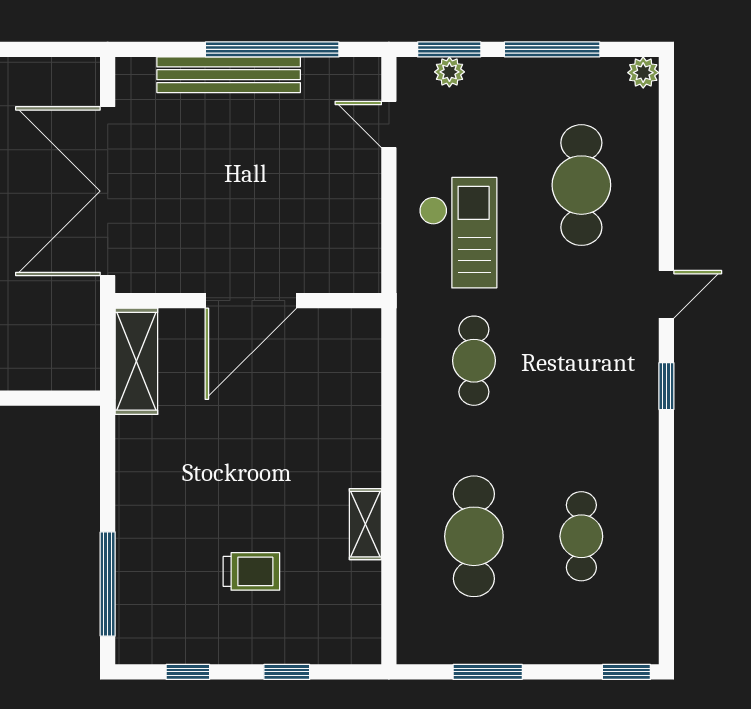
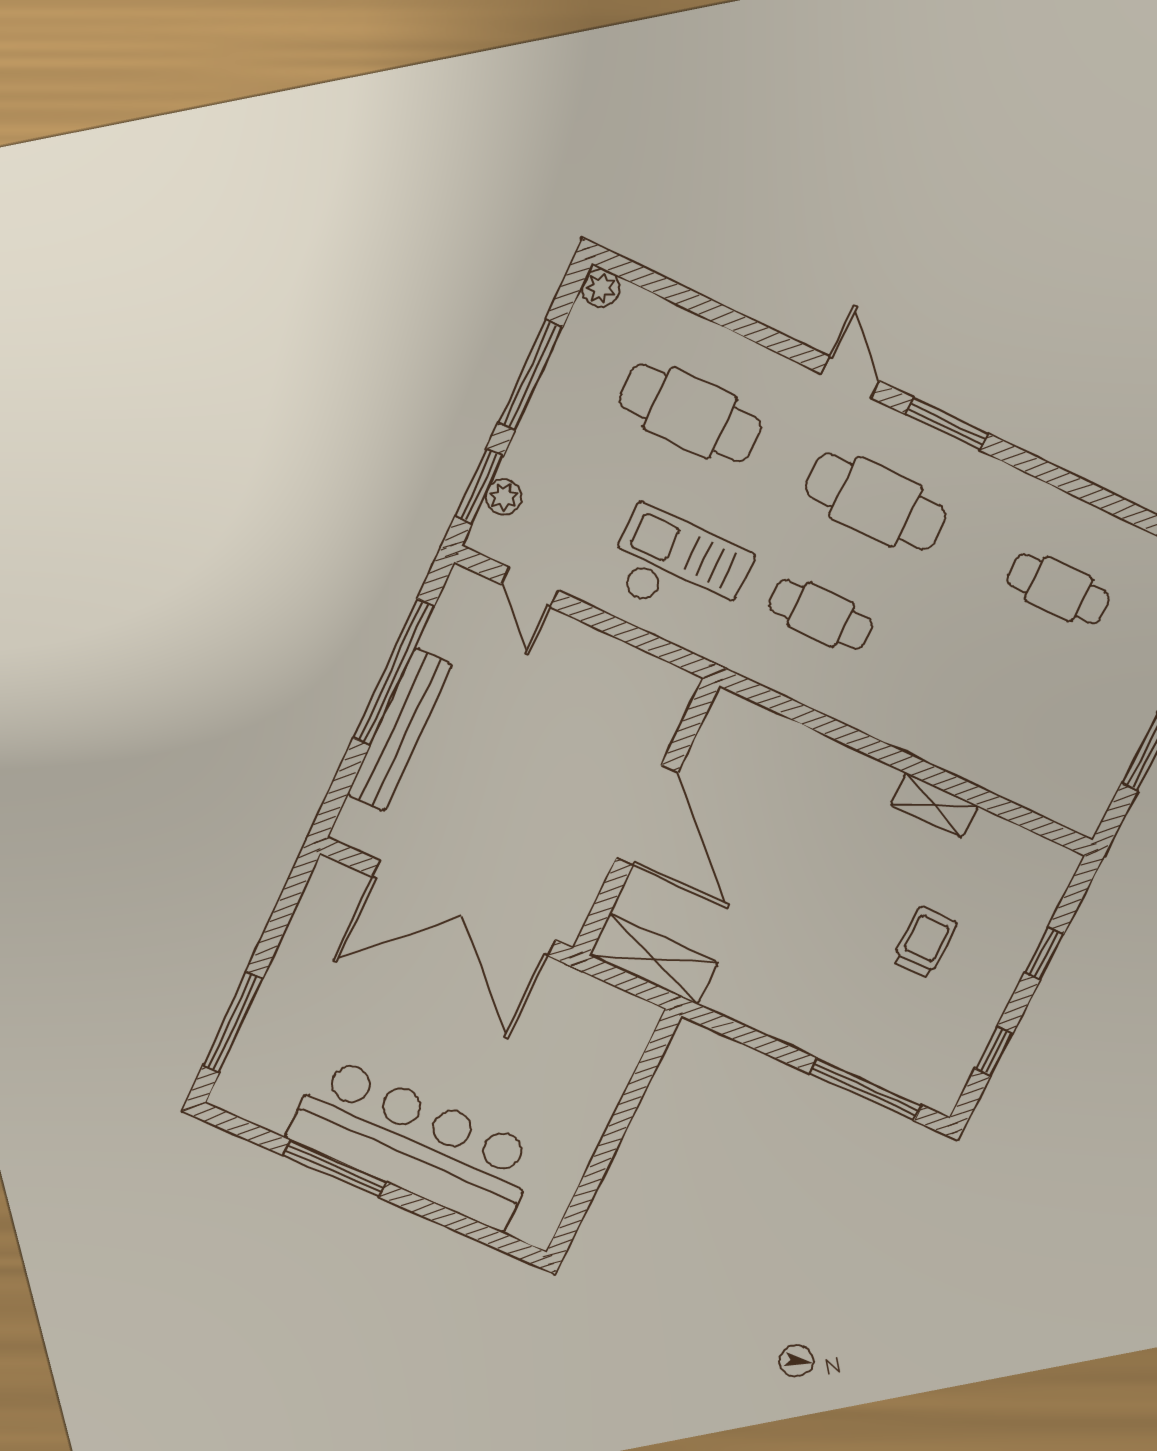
door: (389, 124) -> (530, 587), hinge flipped
window: (666, 386) -> (947, 424), width x1.50
cafe table: (474, 536) -> (876, 502), moved

